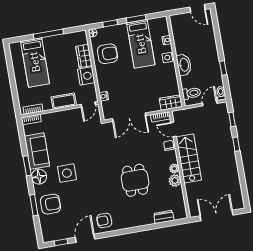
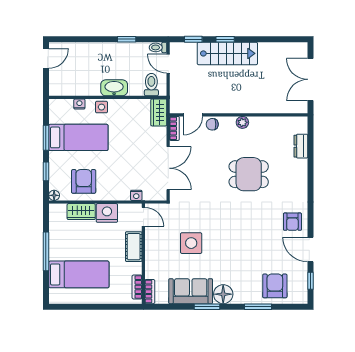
stairs: (189, 159) -> (227, 53), moved, turned 180
side table: (67, 173) -> (191, 243), moved
plant: (175, 180) -> (258, 124), removed
armchair: (50, 204) -> (275, 286), moved

